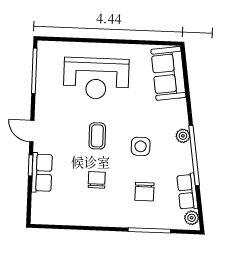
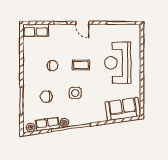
door: (32, 131) -> (82, 23), swing flipped
plant: (183, 136) -> (64, 123), moved
row of seats: (42, 173) -> (36, 30), moved

